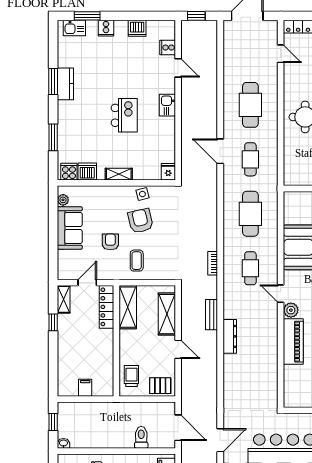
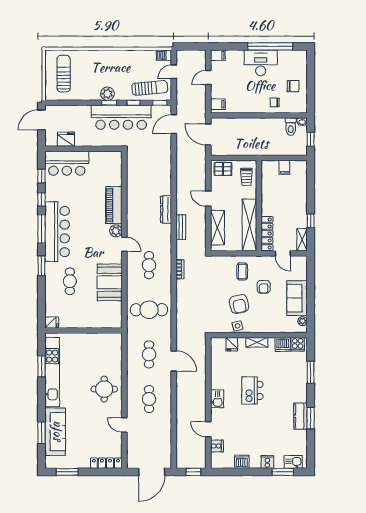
door: (281, 54) -> (124, 425), moved
cafe table: (250, 105) -> (149, 399), width x0.73, depth x0.74
fridge: (168, 172) -> (232, 344), moved
cafe table: (250, 214) -> (149, 310), turned 90
door: (87, 283) -> (283, 253), hinge flipped
shelving: (128, 307) -> (249, 225), width x1.47
toilet: (141, 437) -> (291, 127), moved

